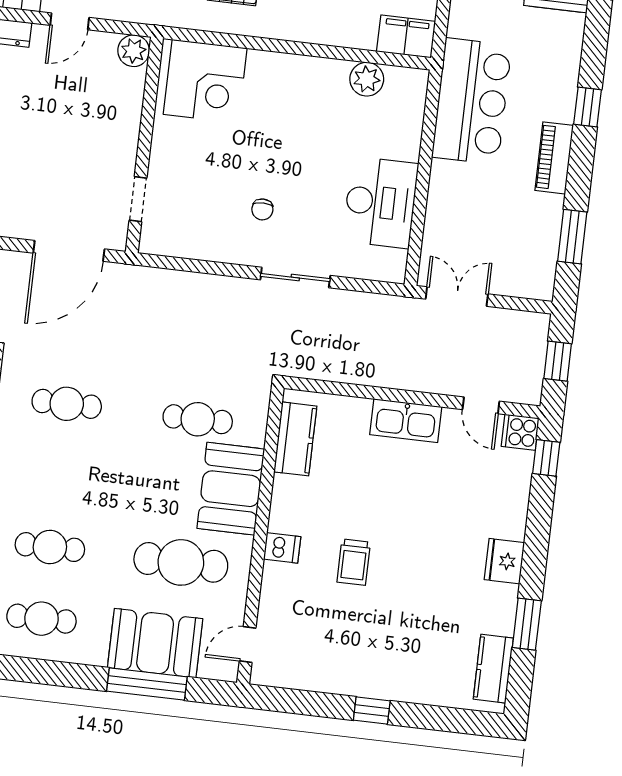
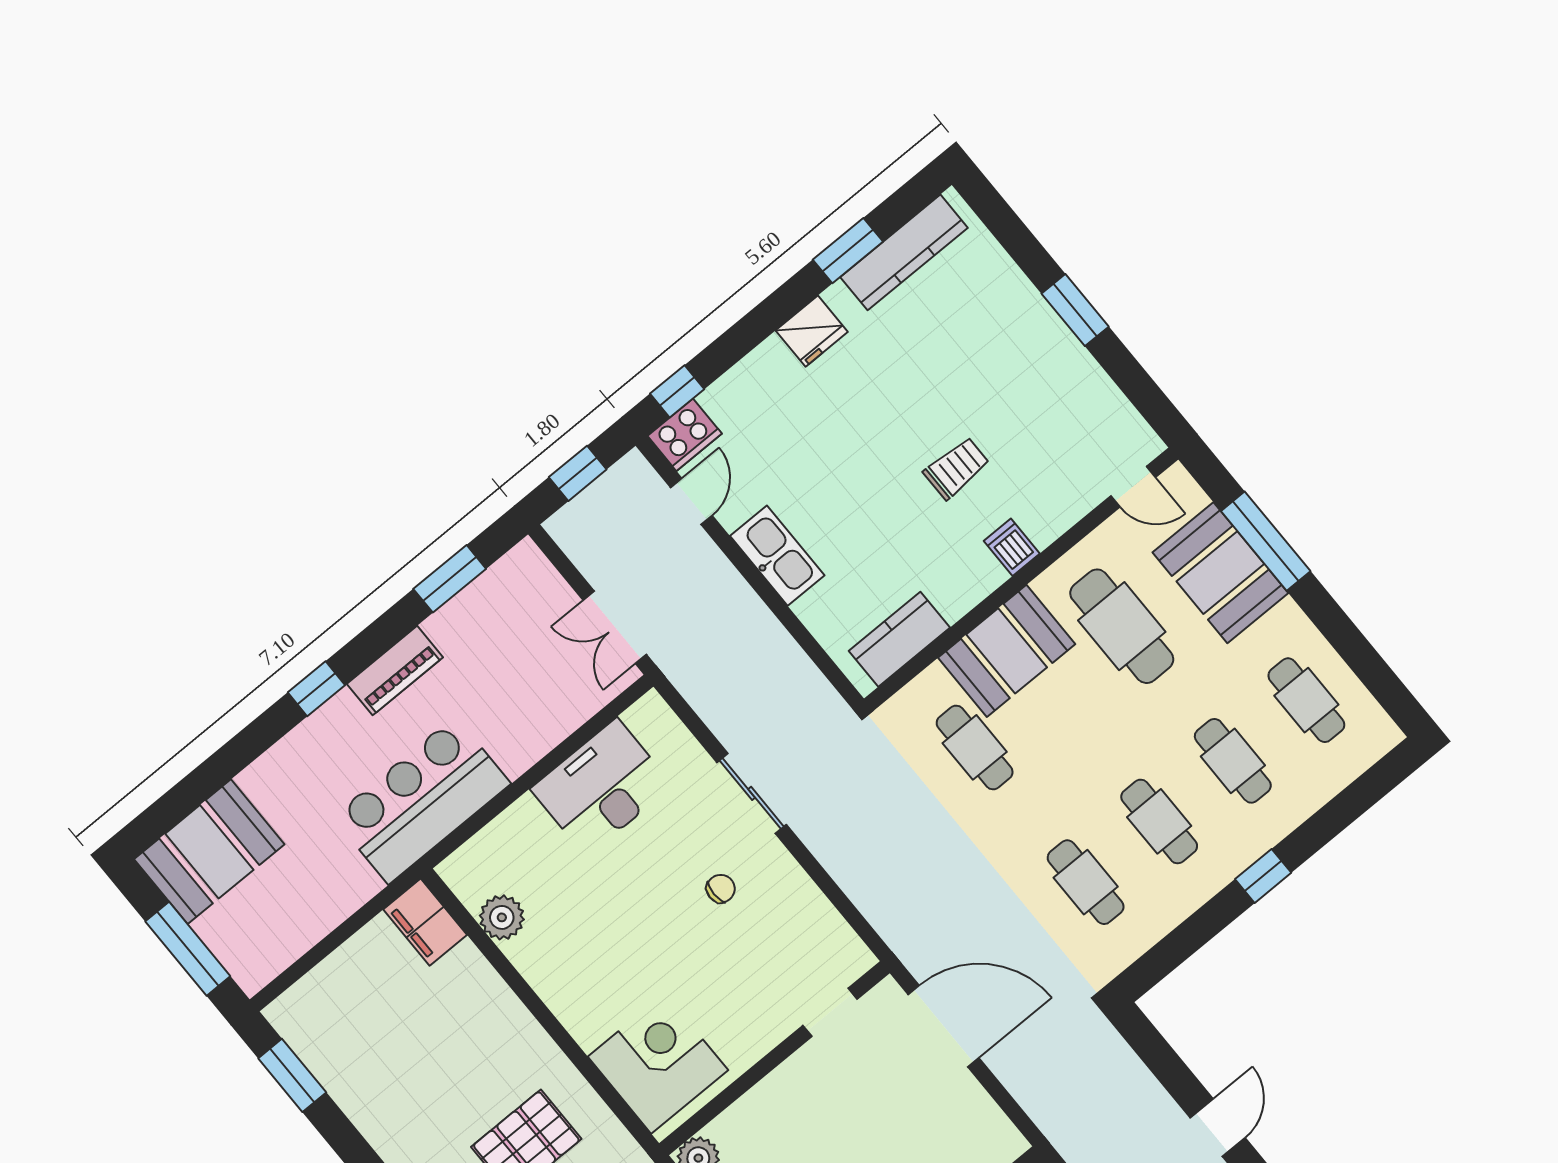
cooker: (520, 432) -> (685, 435), width x1.36
cafe table: (58, 475) -> (1159, 821), added
kitchen counter: (493, 669) -> (904, 252), width x1.50
window: (372, 710) -> (1075, 310), width x1.50

